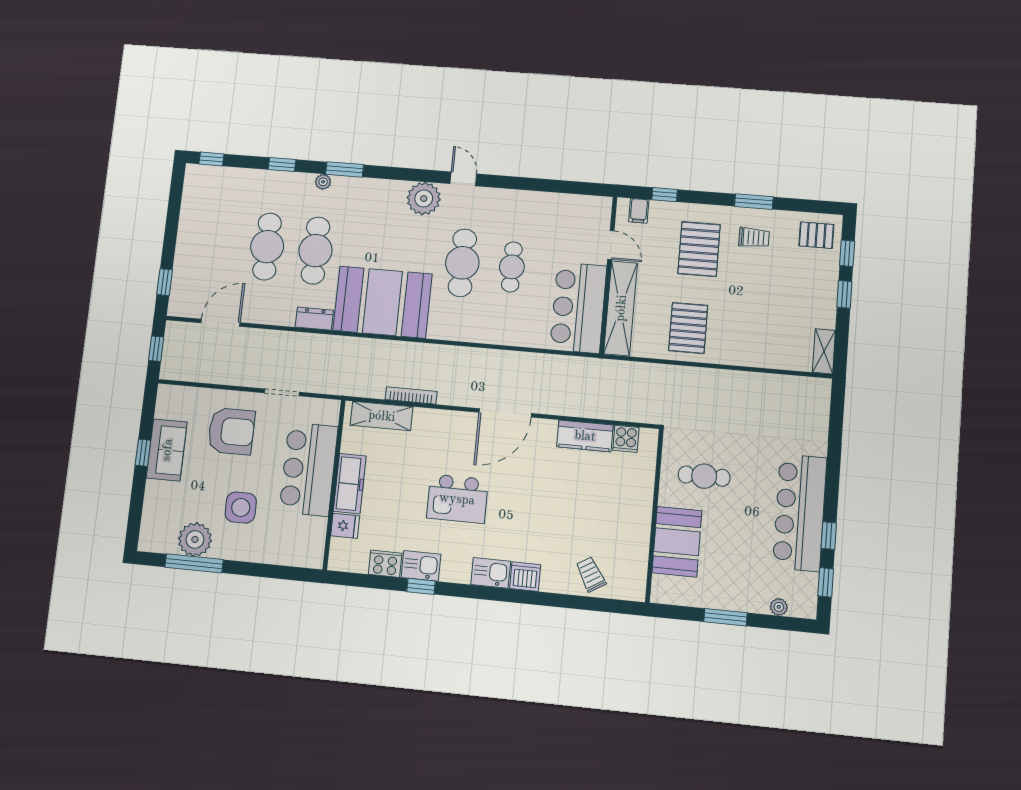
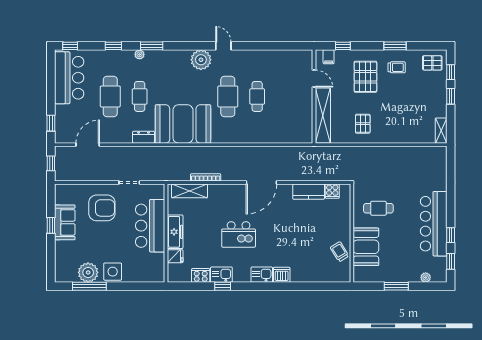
cafe table: (316, 251) -> (140, 96), width x0.73, depth x0.74
bar counter: (578, 308) -> (69, 78), moved, turned 180
pallet: (688, 328) -> (363, 124), width x0.67, depth x0.71
side table: (241, 508) -> (113, 272), moved
trolley: (591, 574) -> (340, 252), moved

